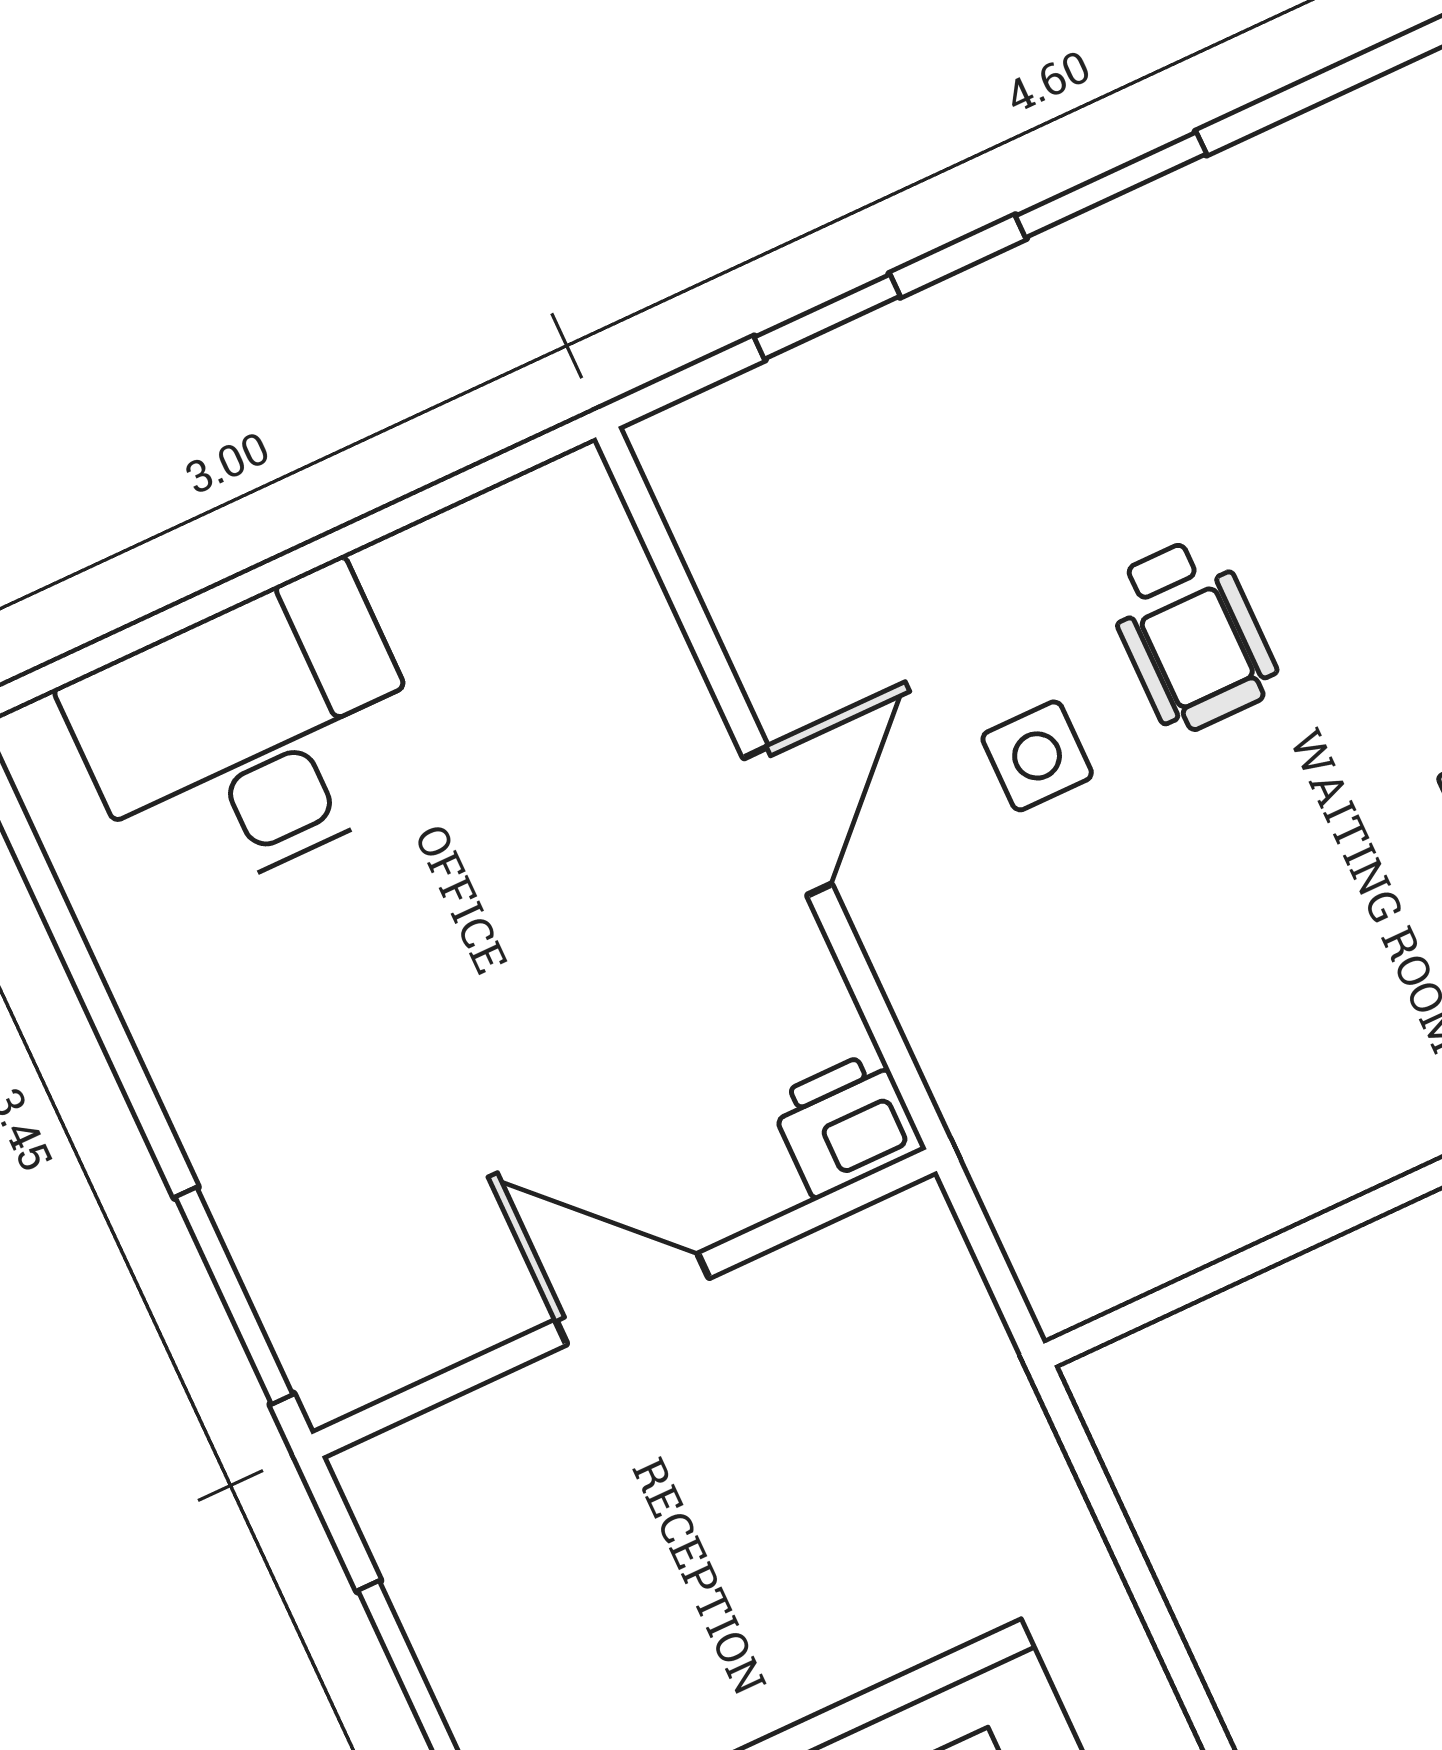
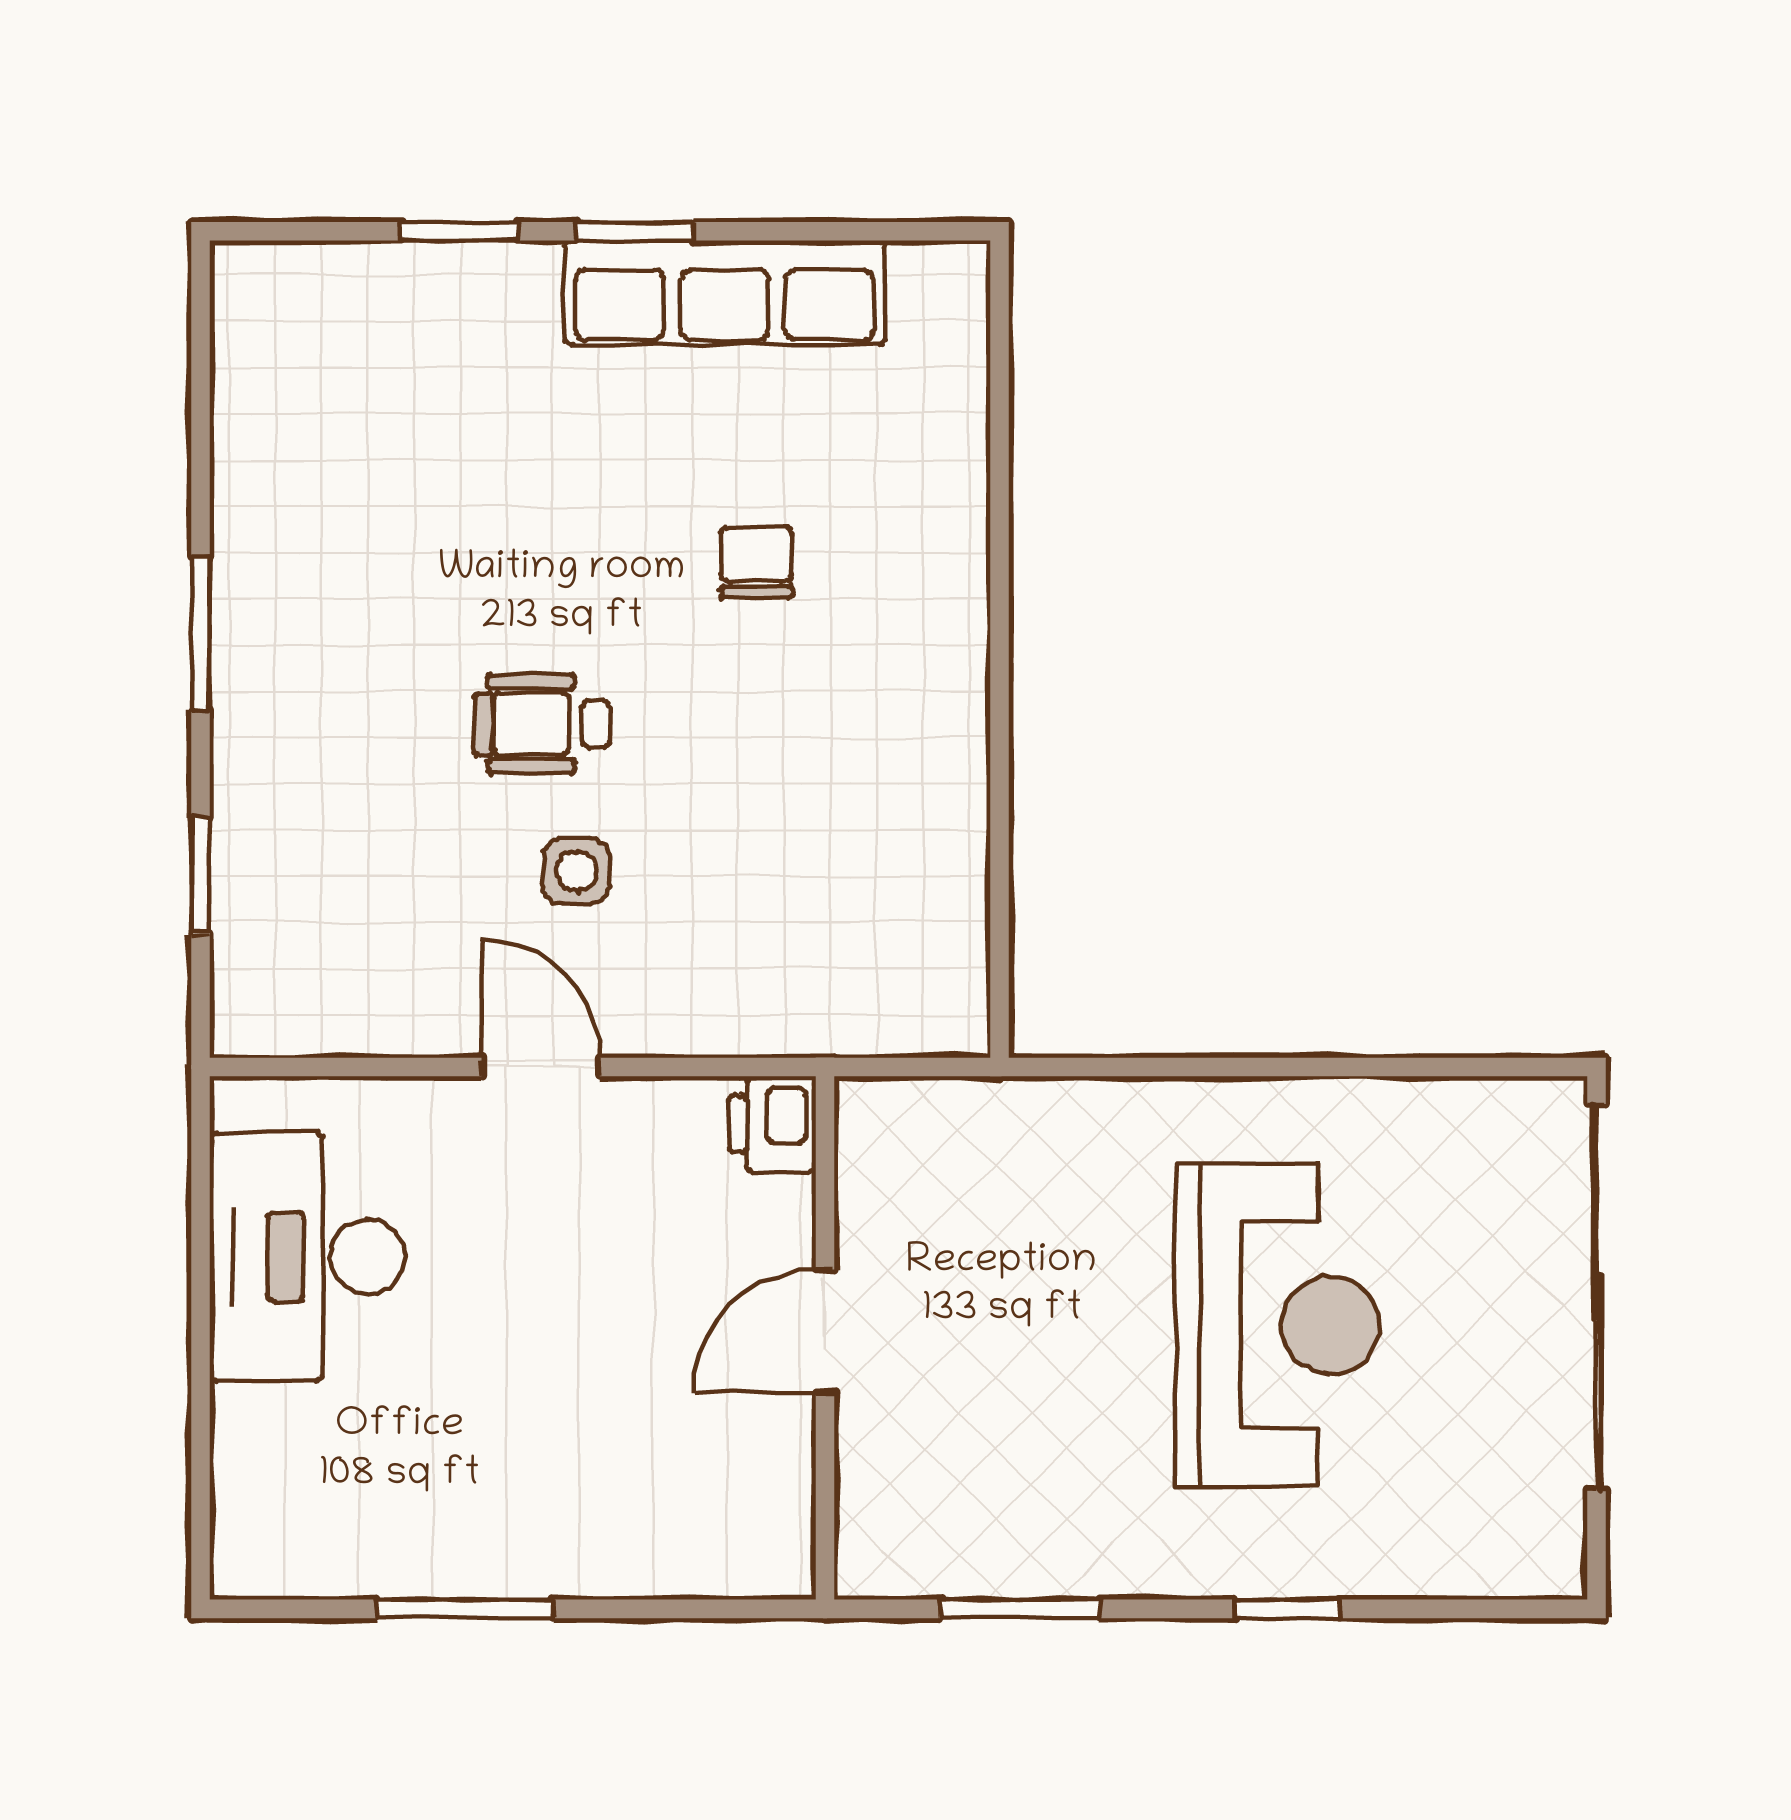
wheelchair: (1191, 635) -> (542, 724), turned 180
desk: (251, 736) -> (307, 1257), moved
window: (234, 1296) -> (465, 1609), moved

